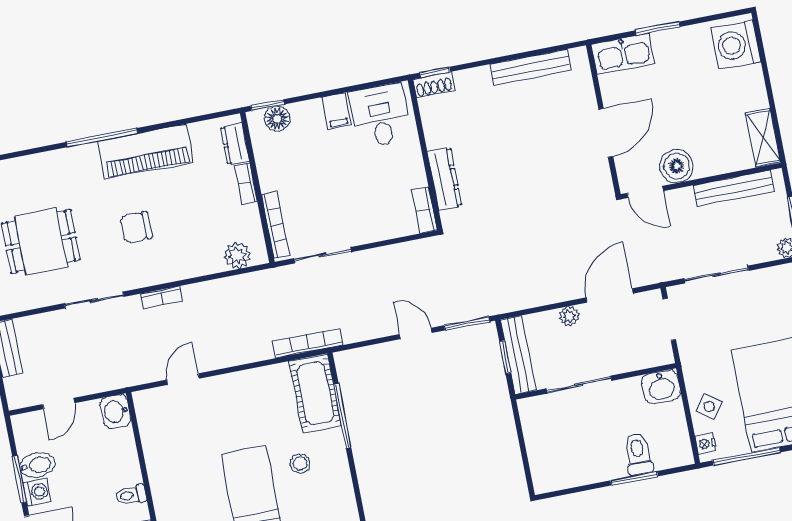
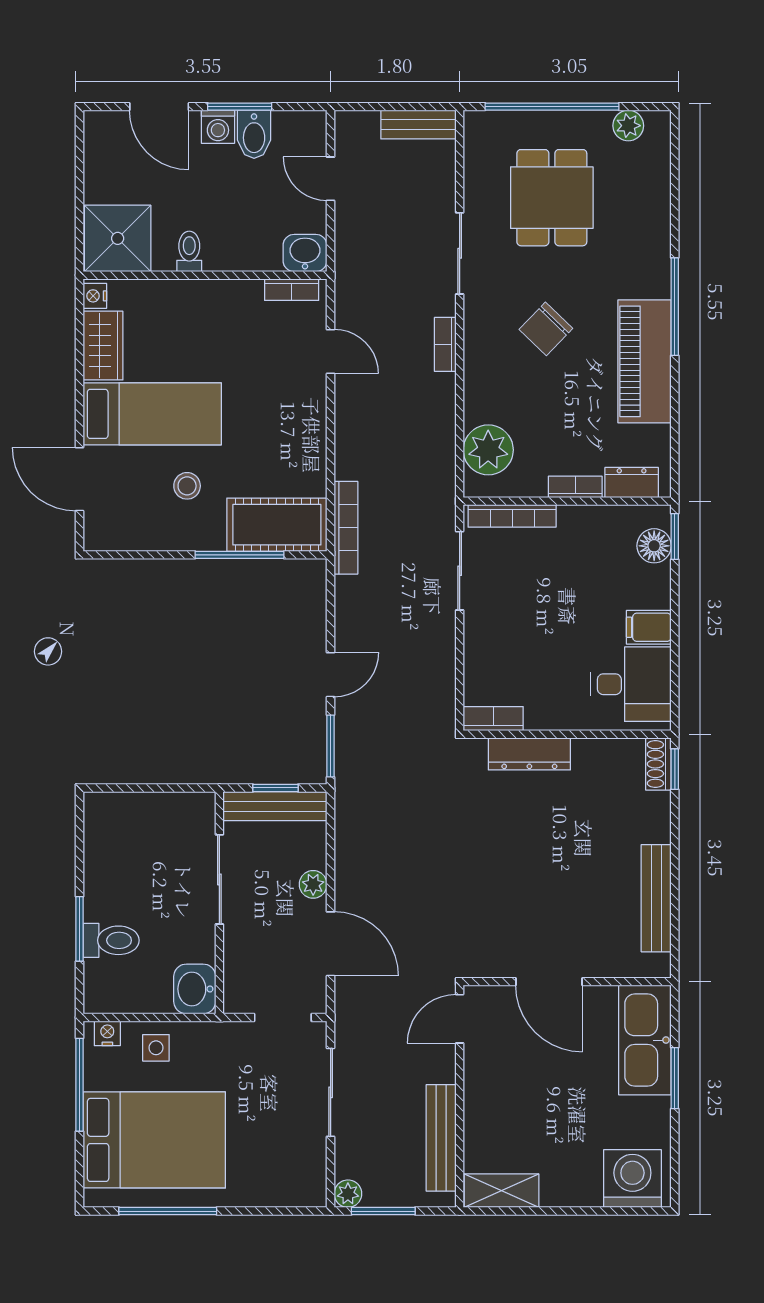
kitchen sink: (623, 54) -> (645, 1040), width x1.36, depth x1.24
boiler: (677, 166) -> (486, 1067), removed
chair: (136, 227) -> (546, 329), turned -136
plant: (237, 256) -> (488, 450), width x1.36, depth x1.36
side table: (709, 407) -> (156, 1048), turned -35
bookcase: (144, 416) -> (292, 290), added

